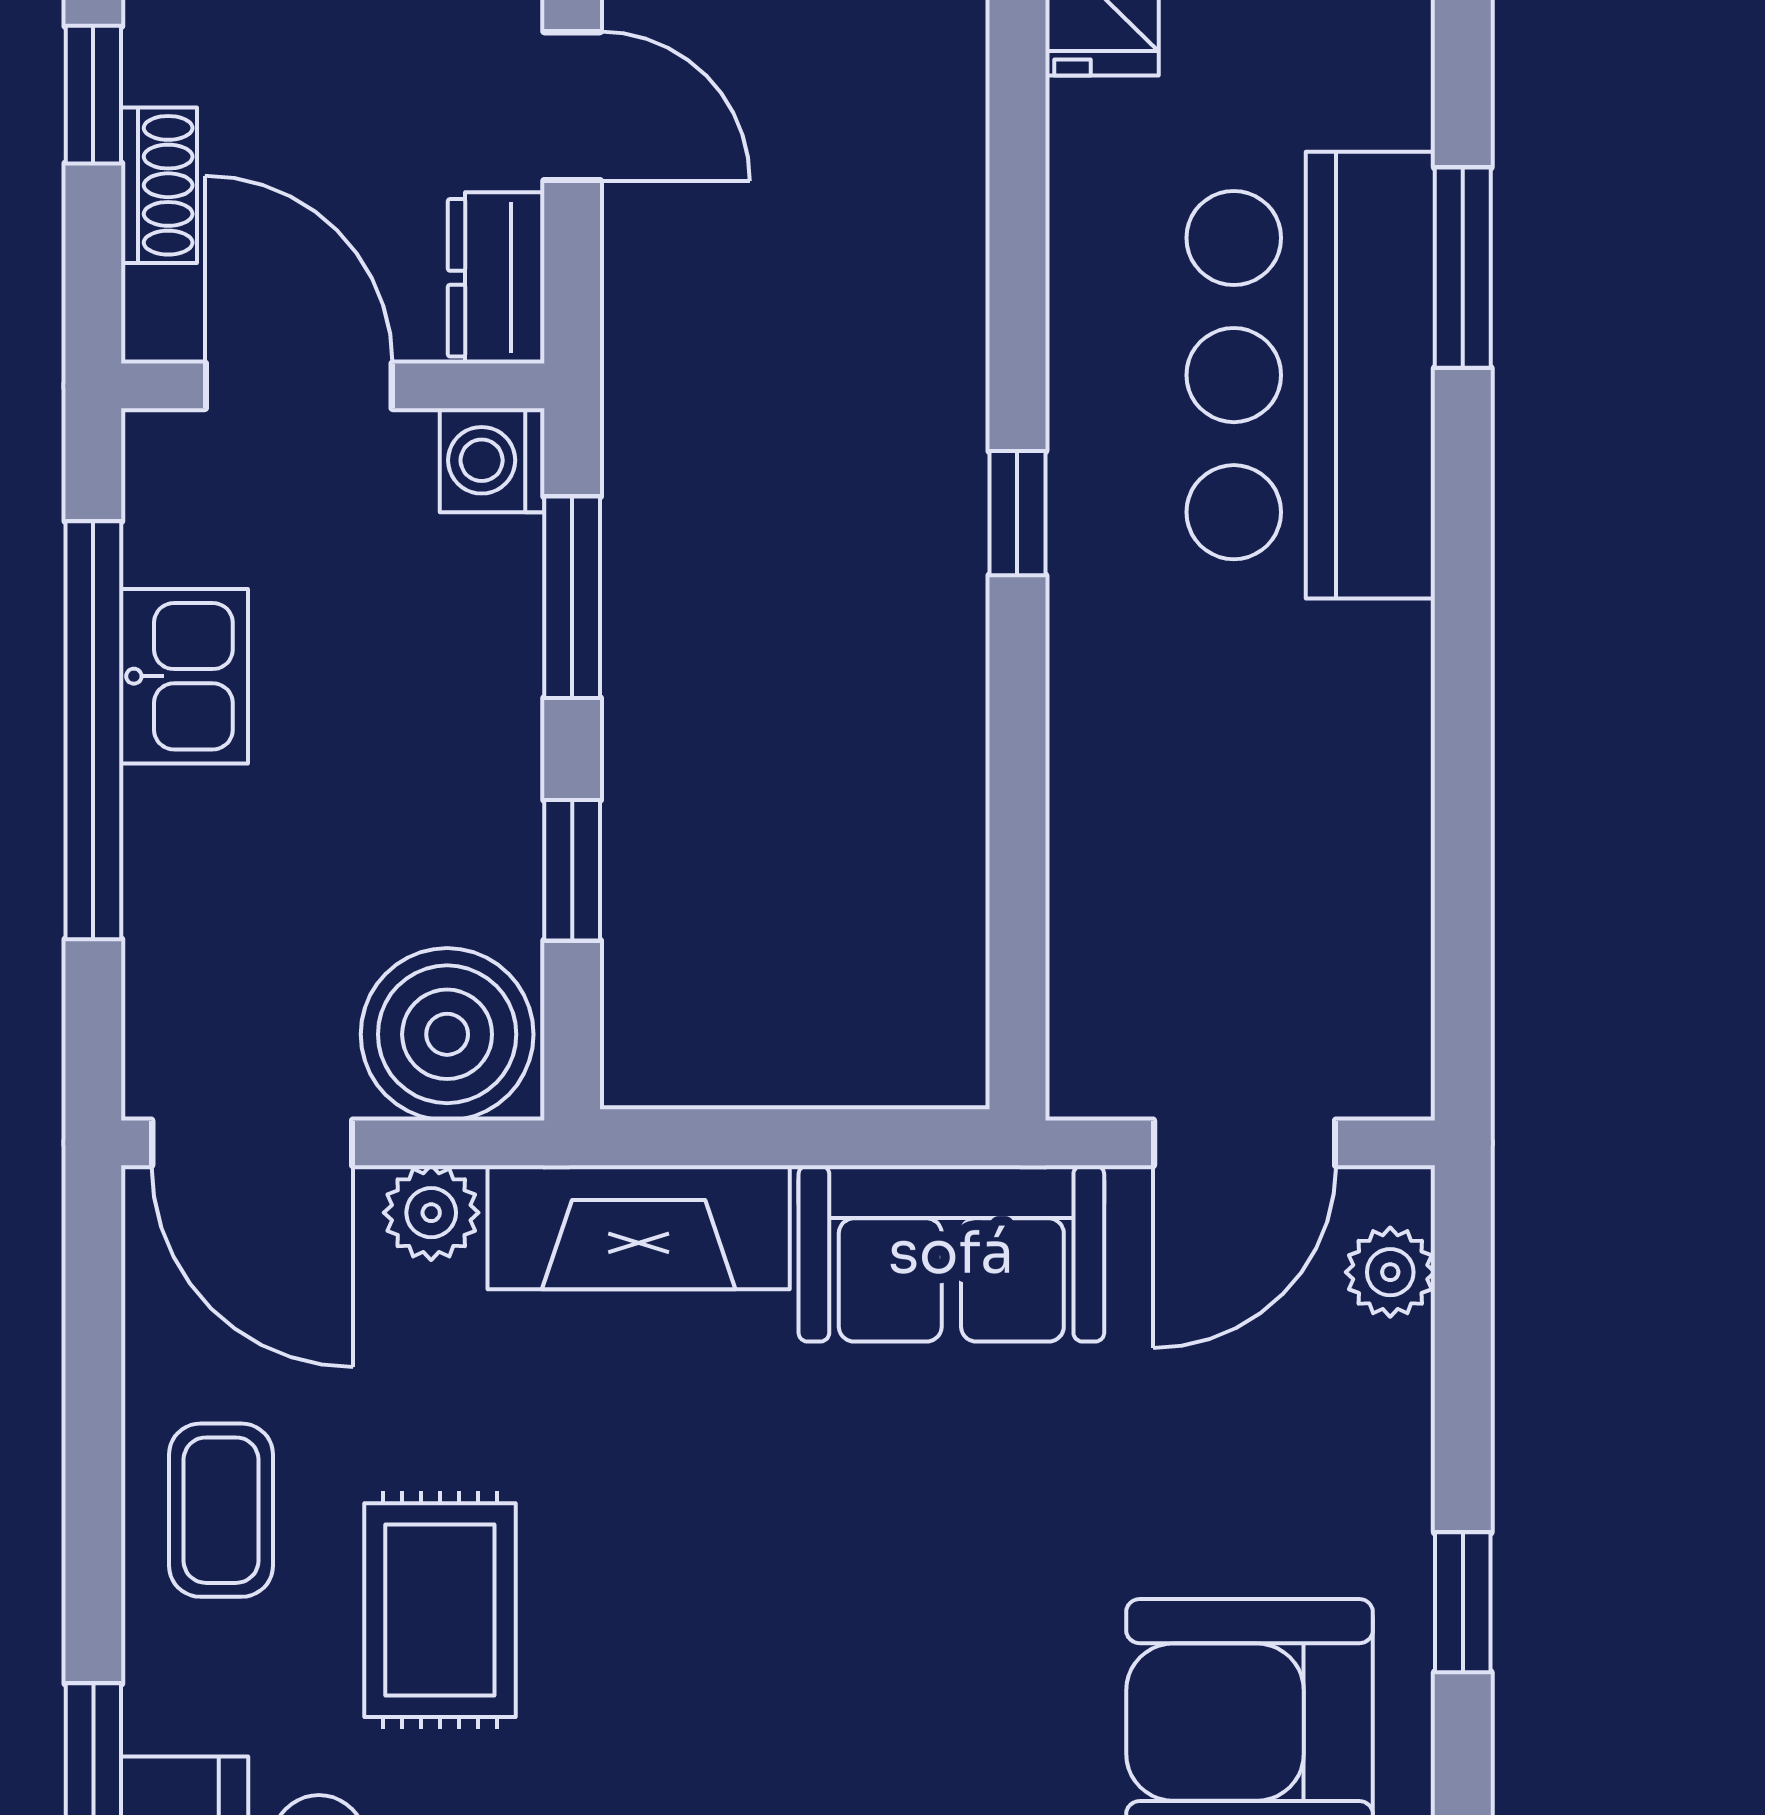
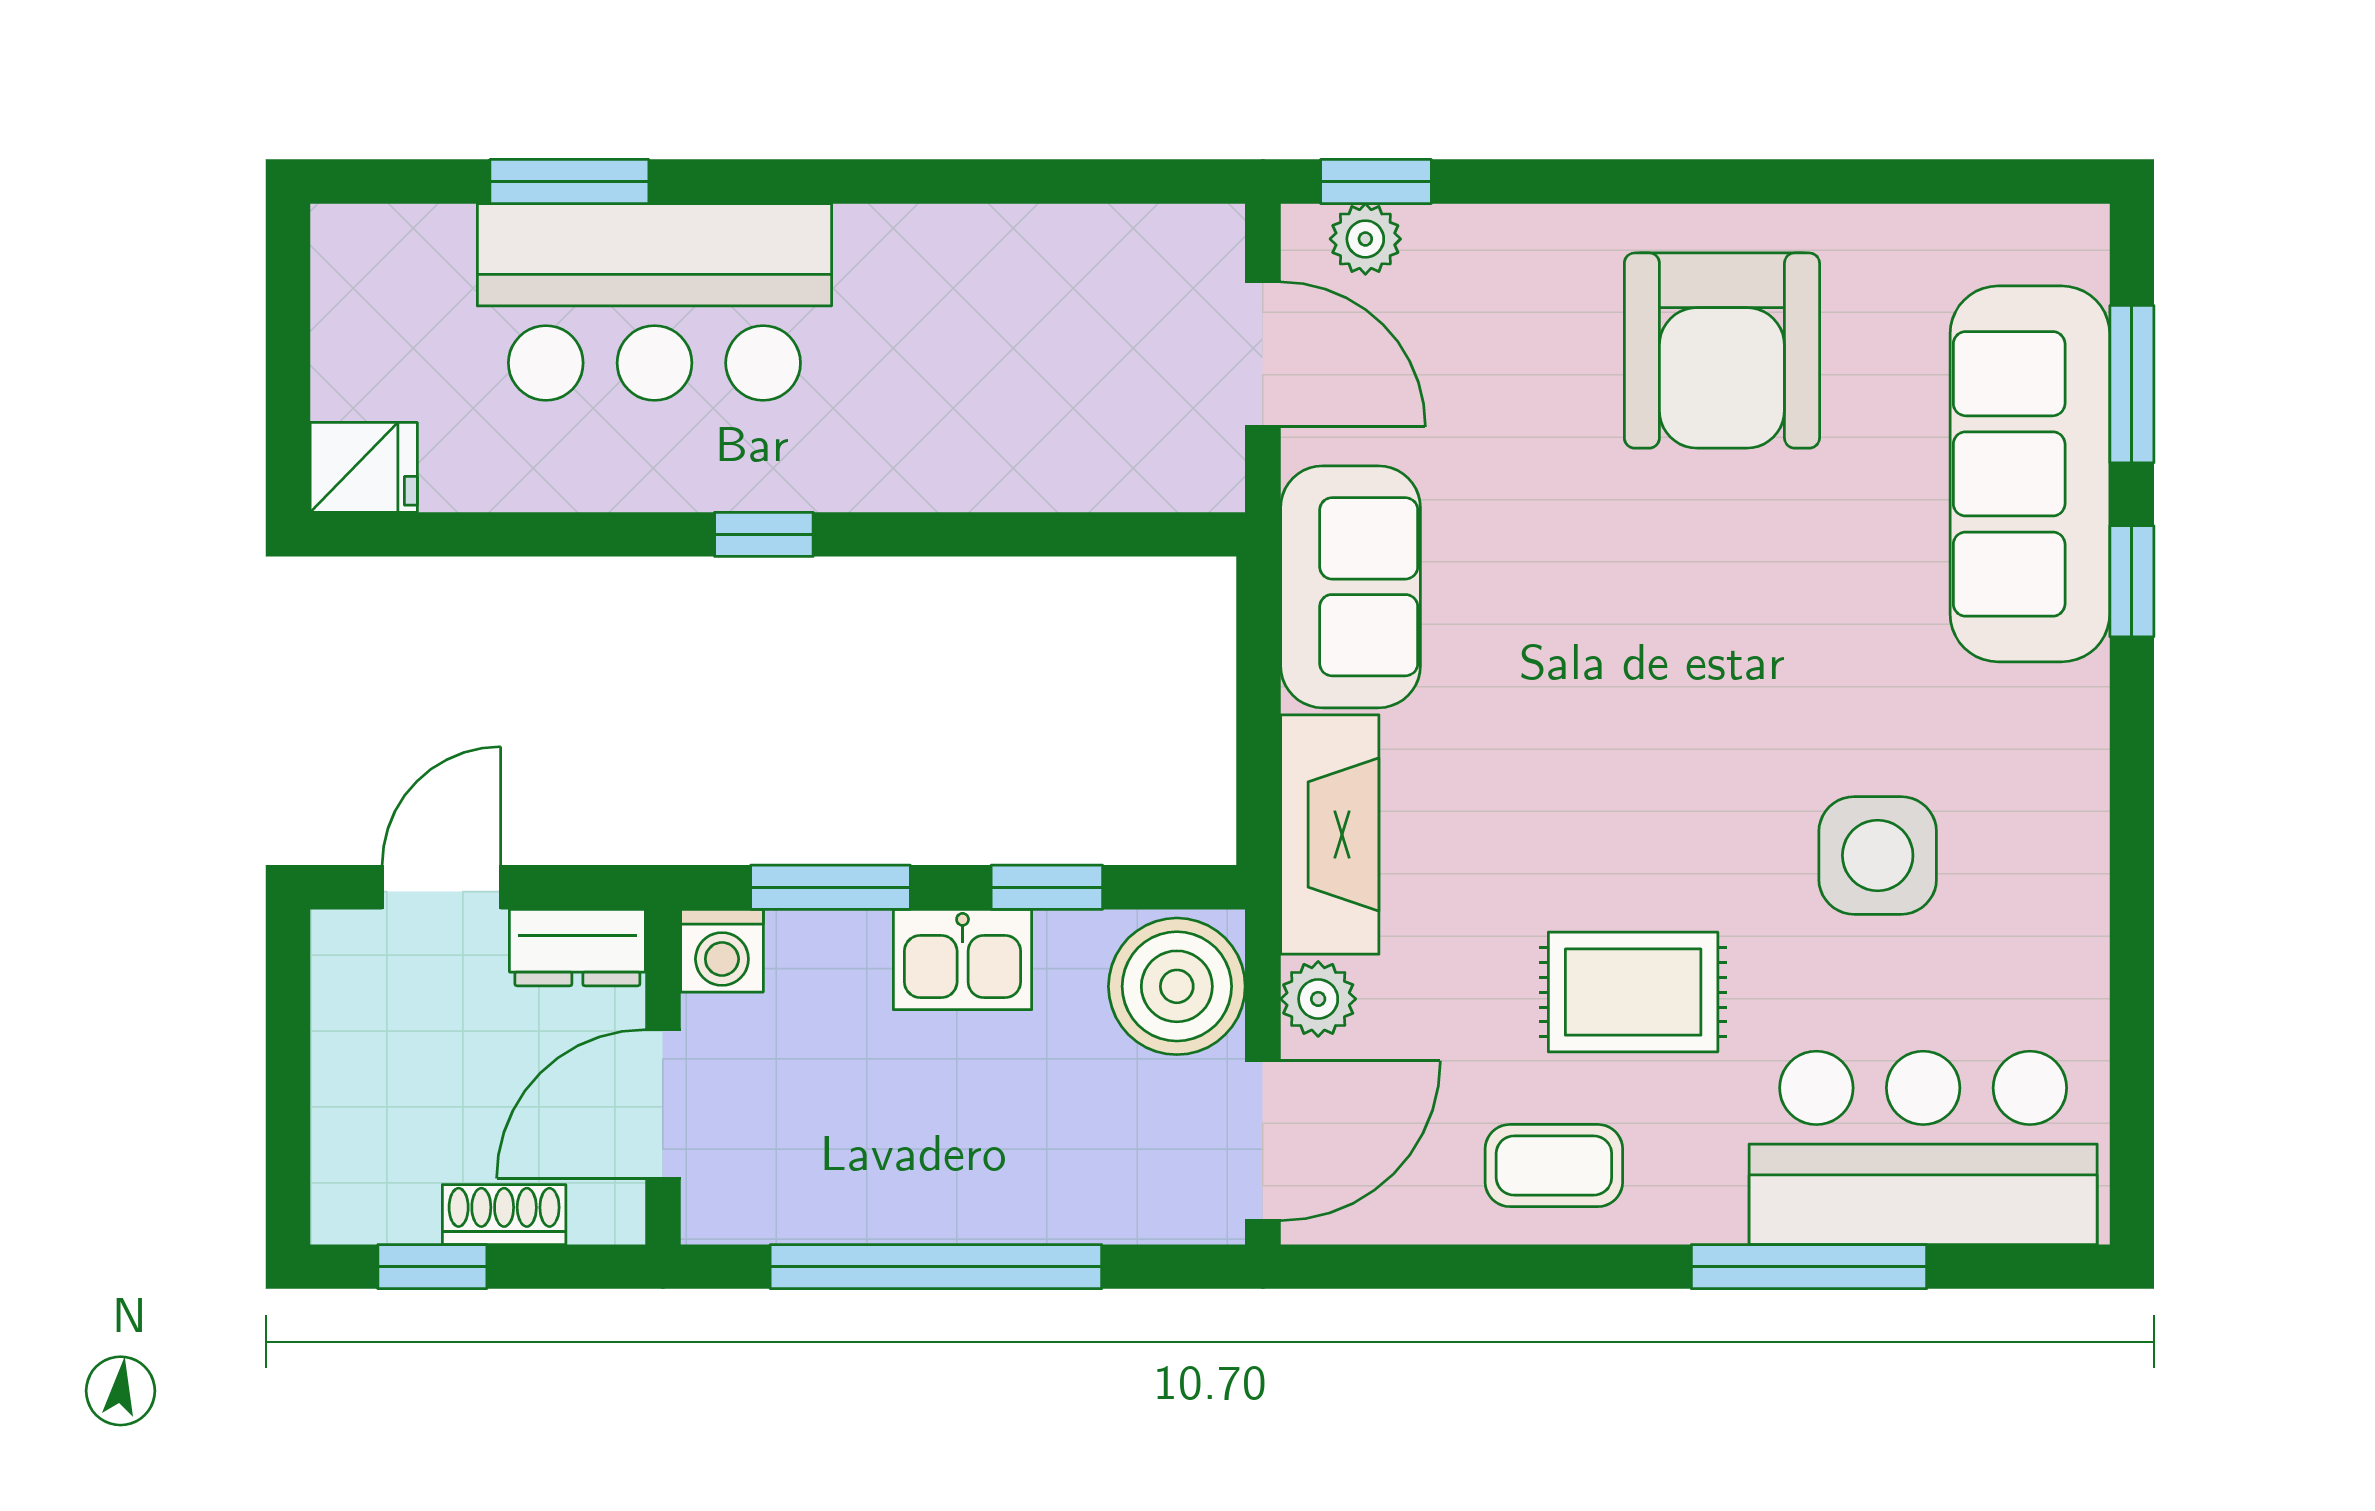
kitchen sink: (184, 676) -> (963, 959), moved, turned 180
window: (1463, 1602) -> (1376, 182), moved

